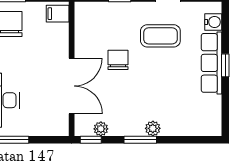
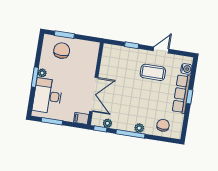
filing cabinet: (58, 14) -> (81, 118), moved
chair: (118, 60) -> (163, 125), moved
window: (140, 140) -> (130, 134), width x1.44

